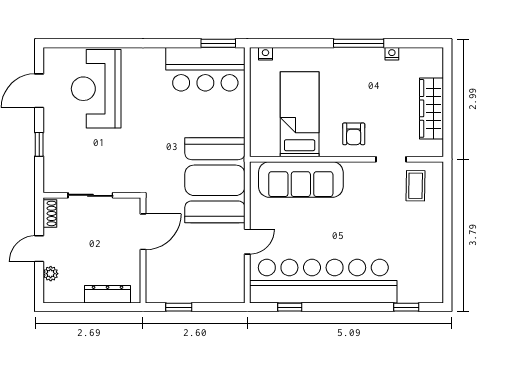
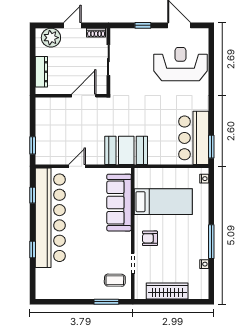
booth: (215, 180) -> (126, 150), width x0.73, depth x0.70
window: (447, 198) -> (106, 302), added
door: (143, 232) -> (84, 96), swing flipped
door: (247, 242) -> (77, 166), swing flipped
door: (39, 249) -> (72, 25), hinge flipped
plant: (51, 274) -> (51, 38), width x1.87, depth x1.87
window: (179, 307) -> (33, 145), moved
window: (406, 307) -> (33, 250), moved

